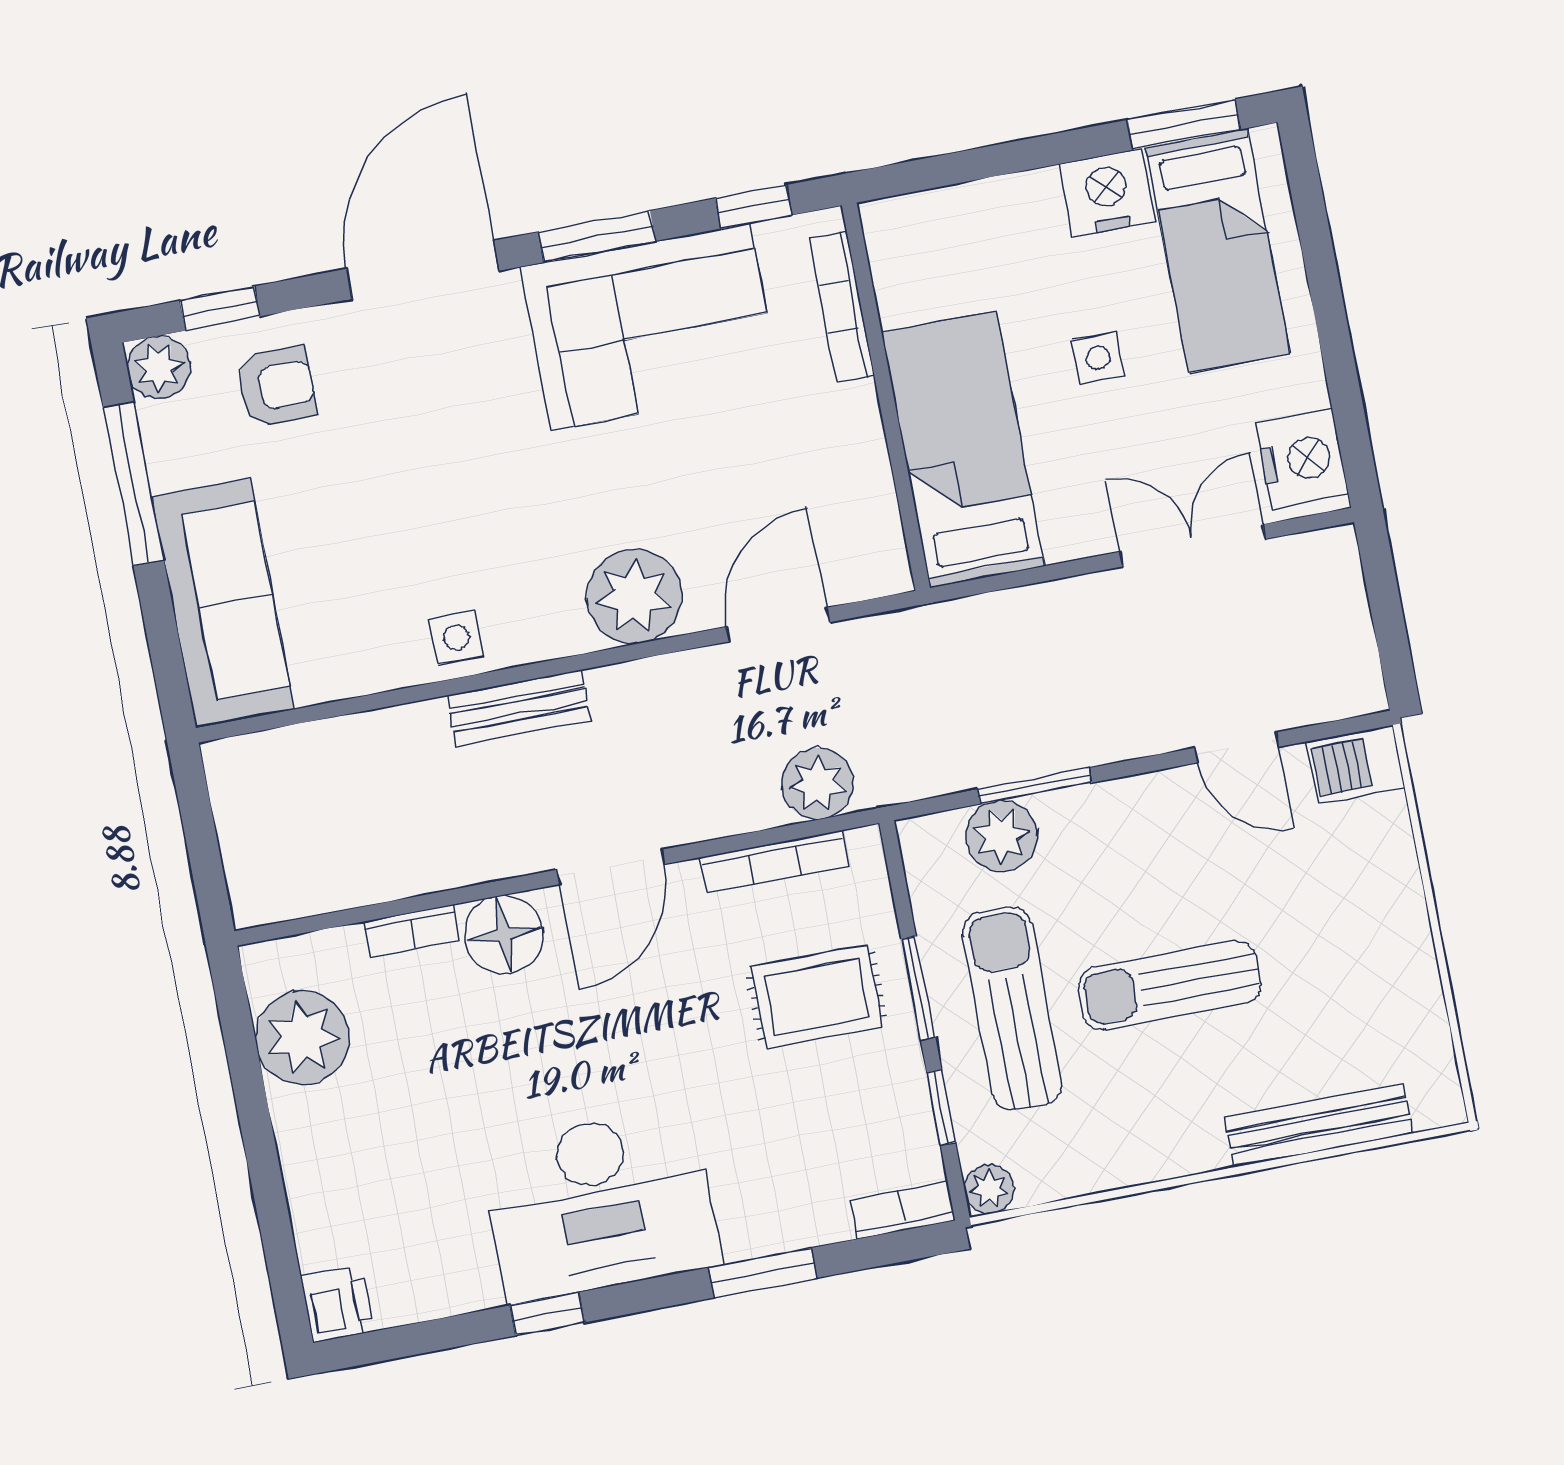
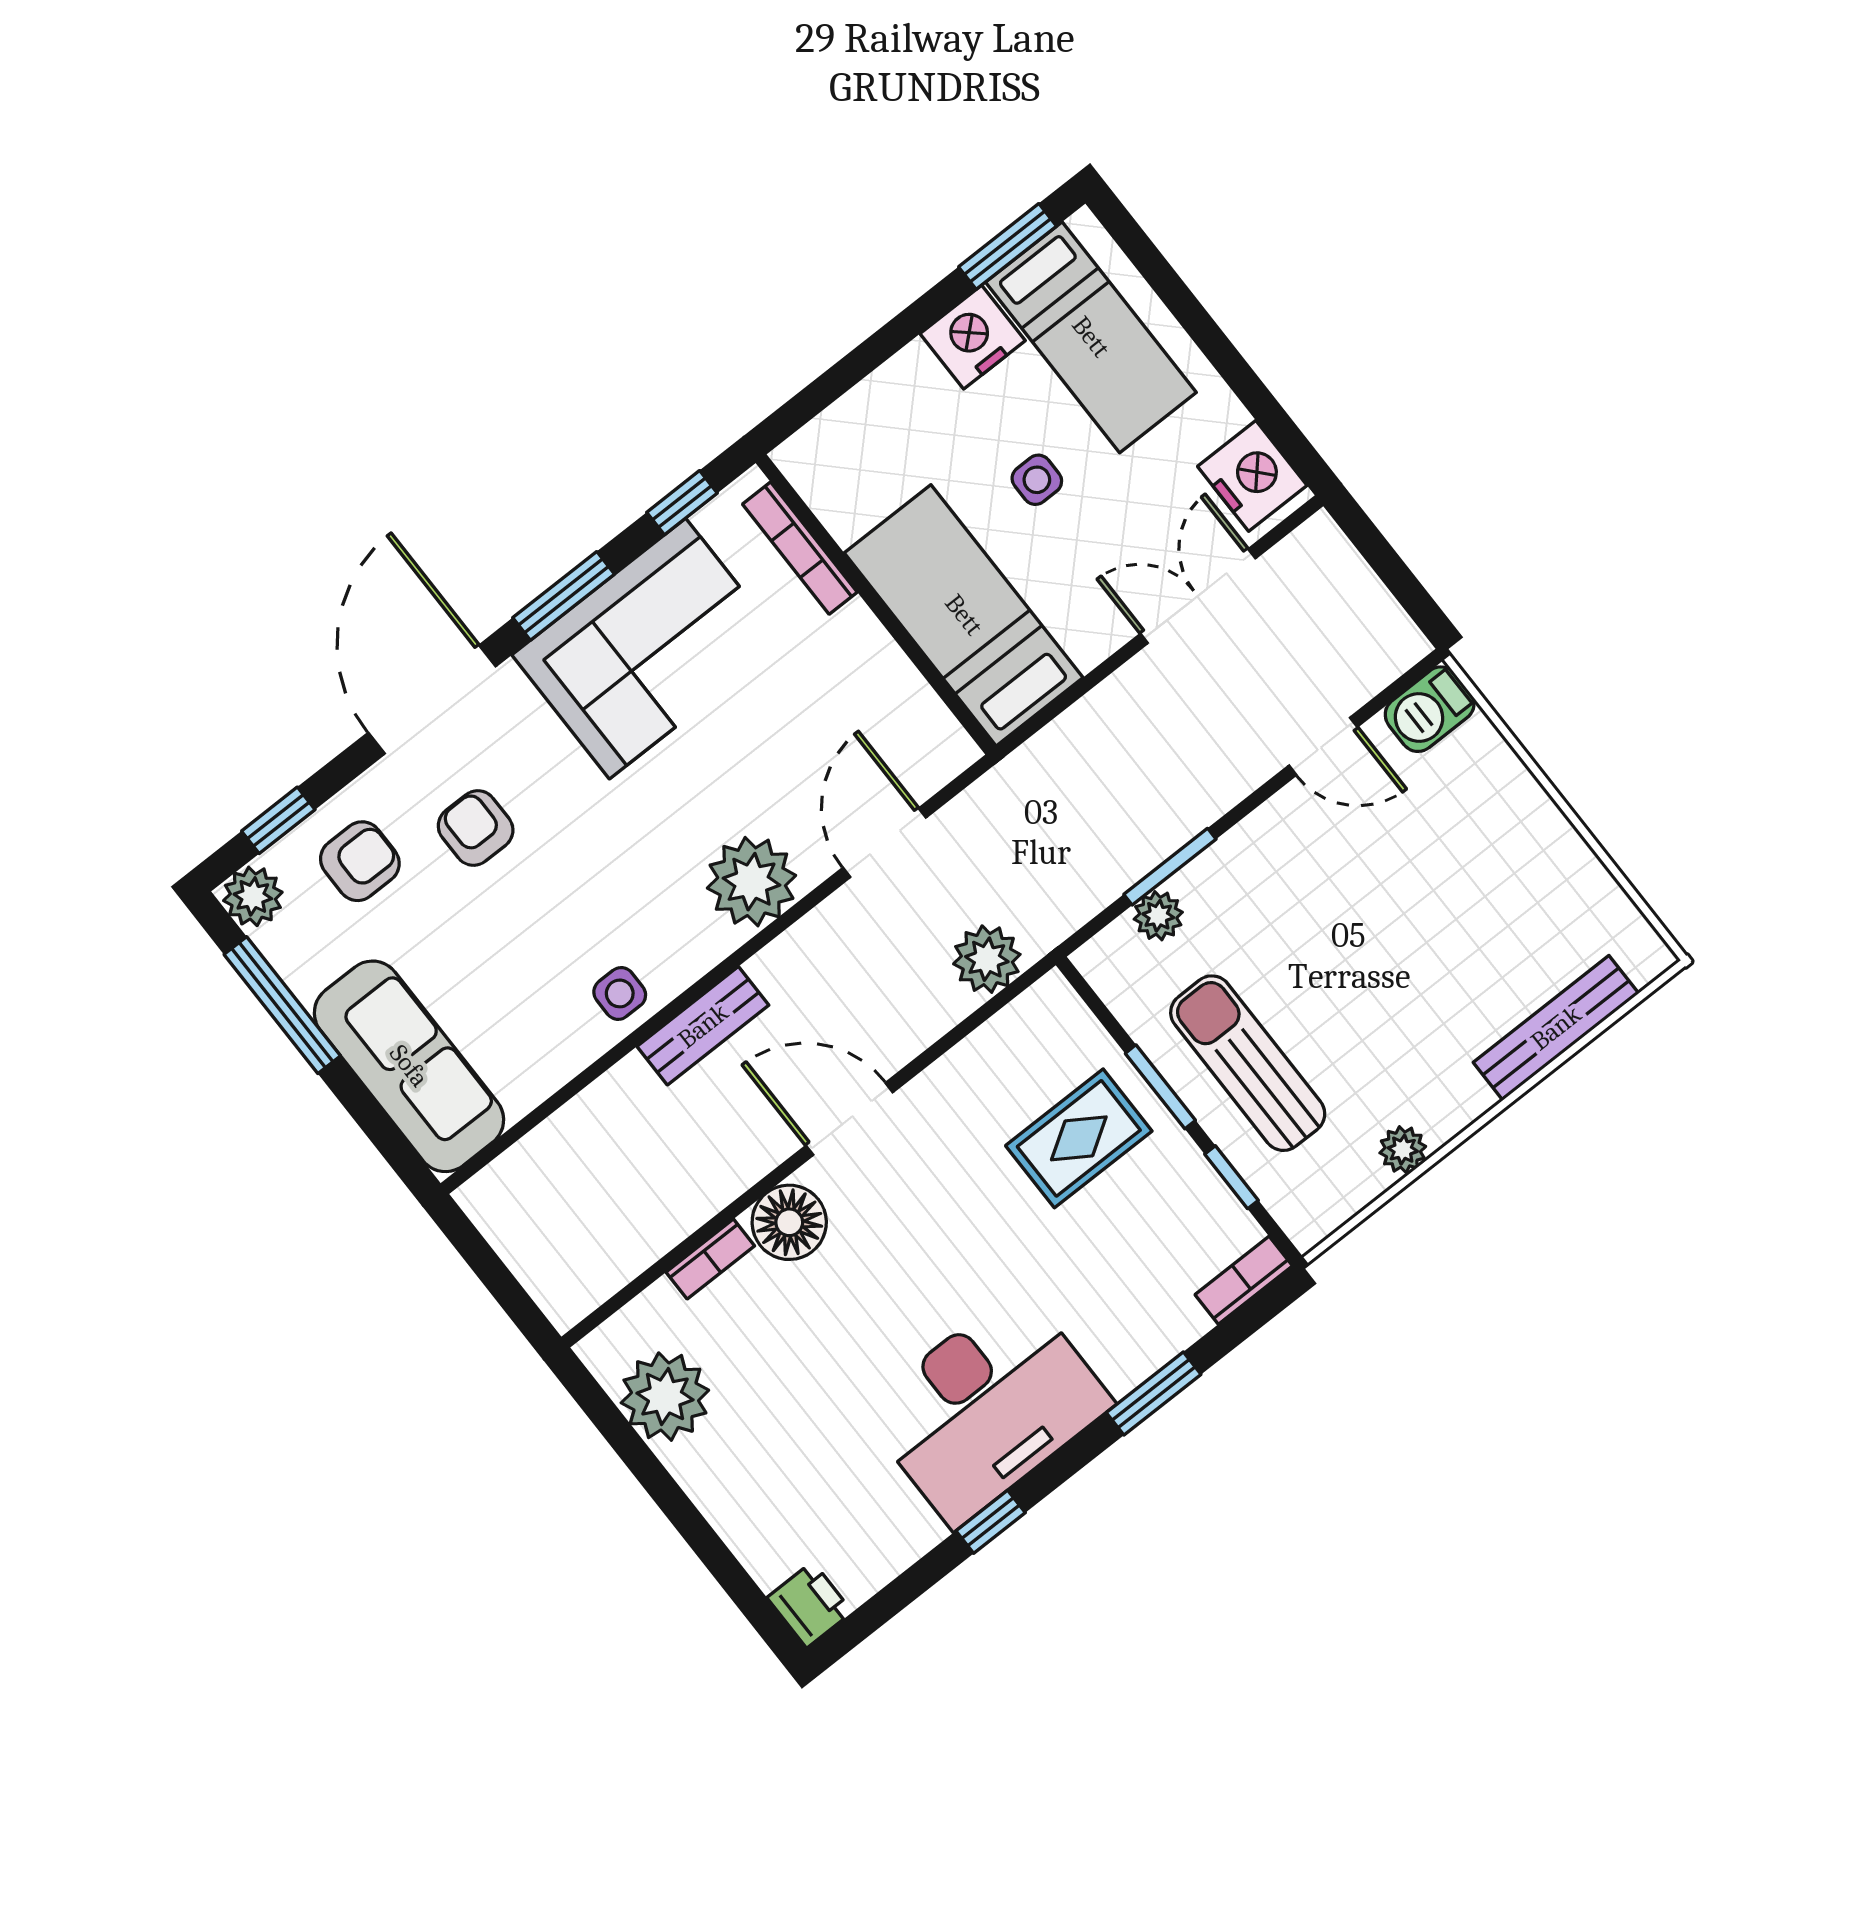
armchair: (401, 412) -> (476, 828), added
plant: (1002, 836) -> (1158, 916), width x0.73, depth x0.73
bookcase: (774, 862) -> (984, 1044), removed
door: (611, 867) -> (849, 1119), swing flipped
sun lounger: (1169, 985) -> (1370, 975), removed
plant: (989, 1189) -> (1403, 1150), moved

